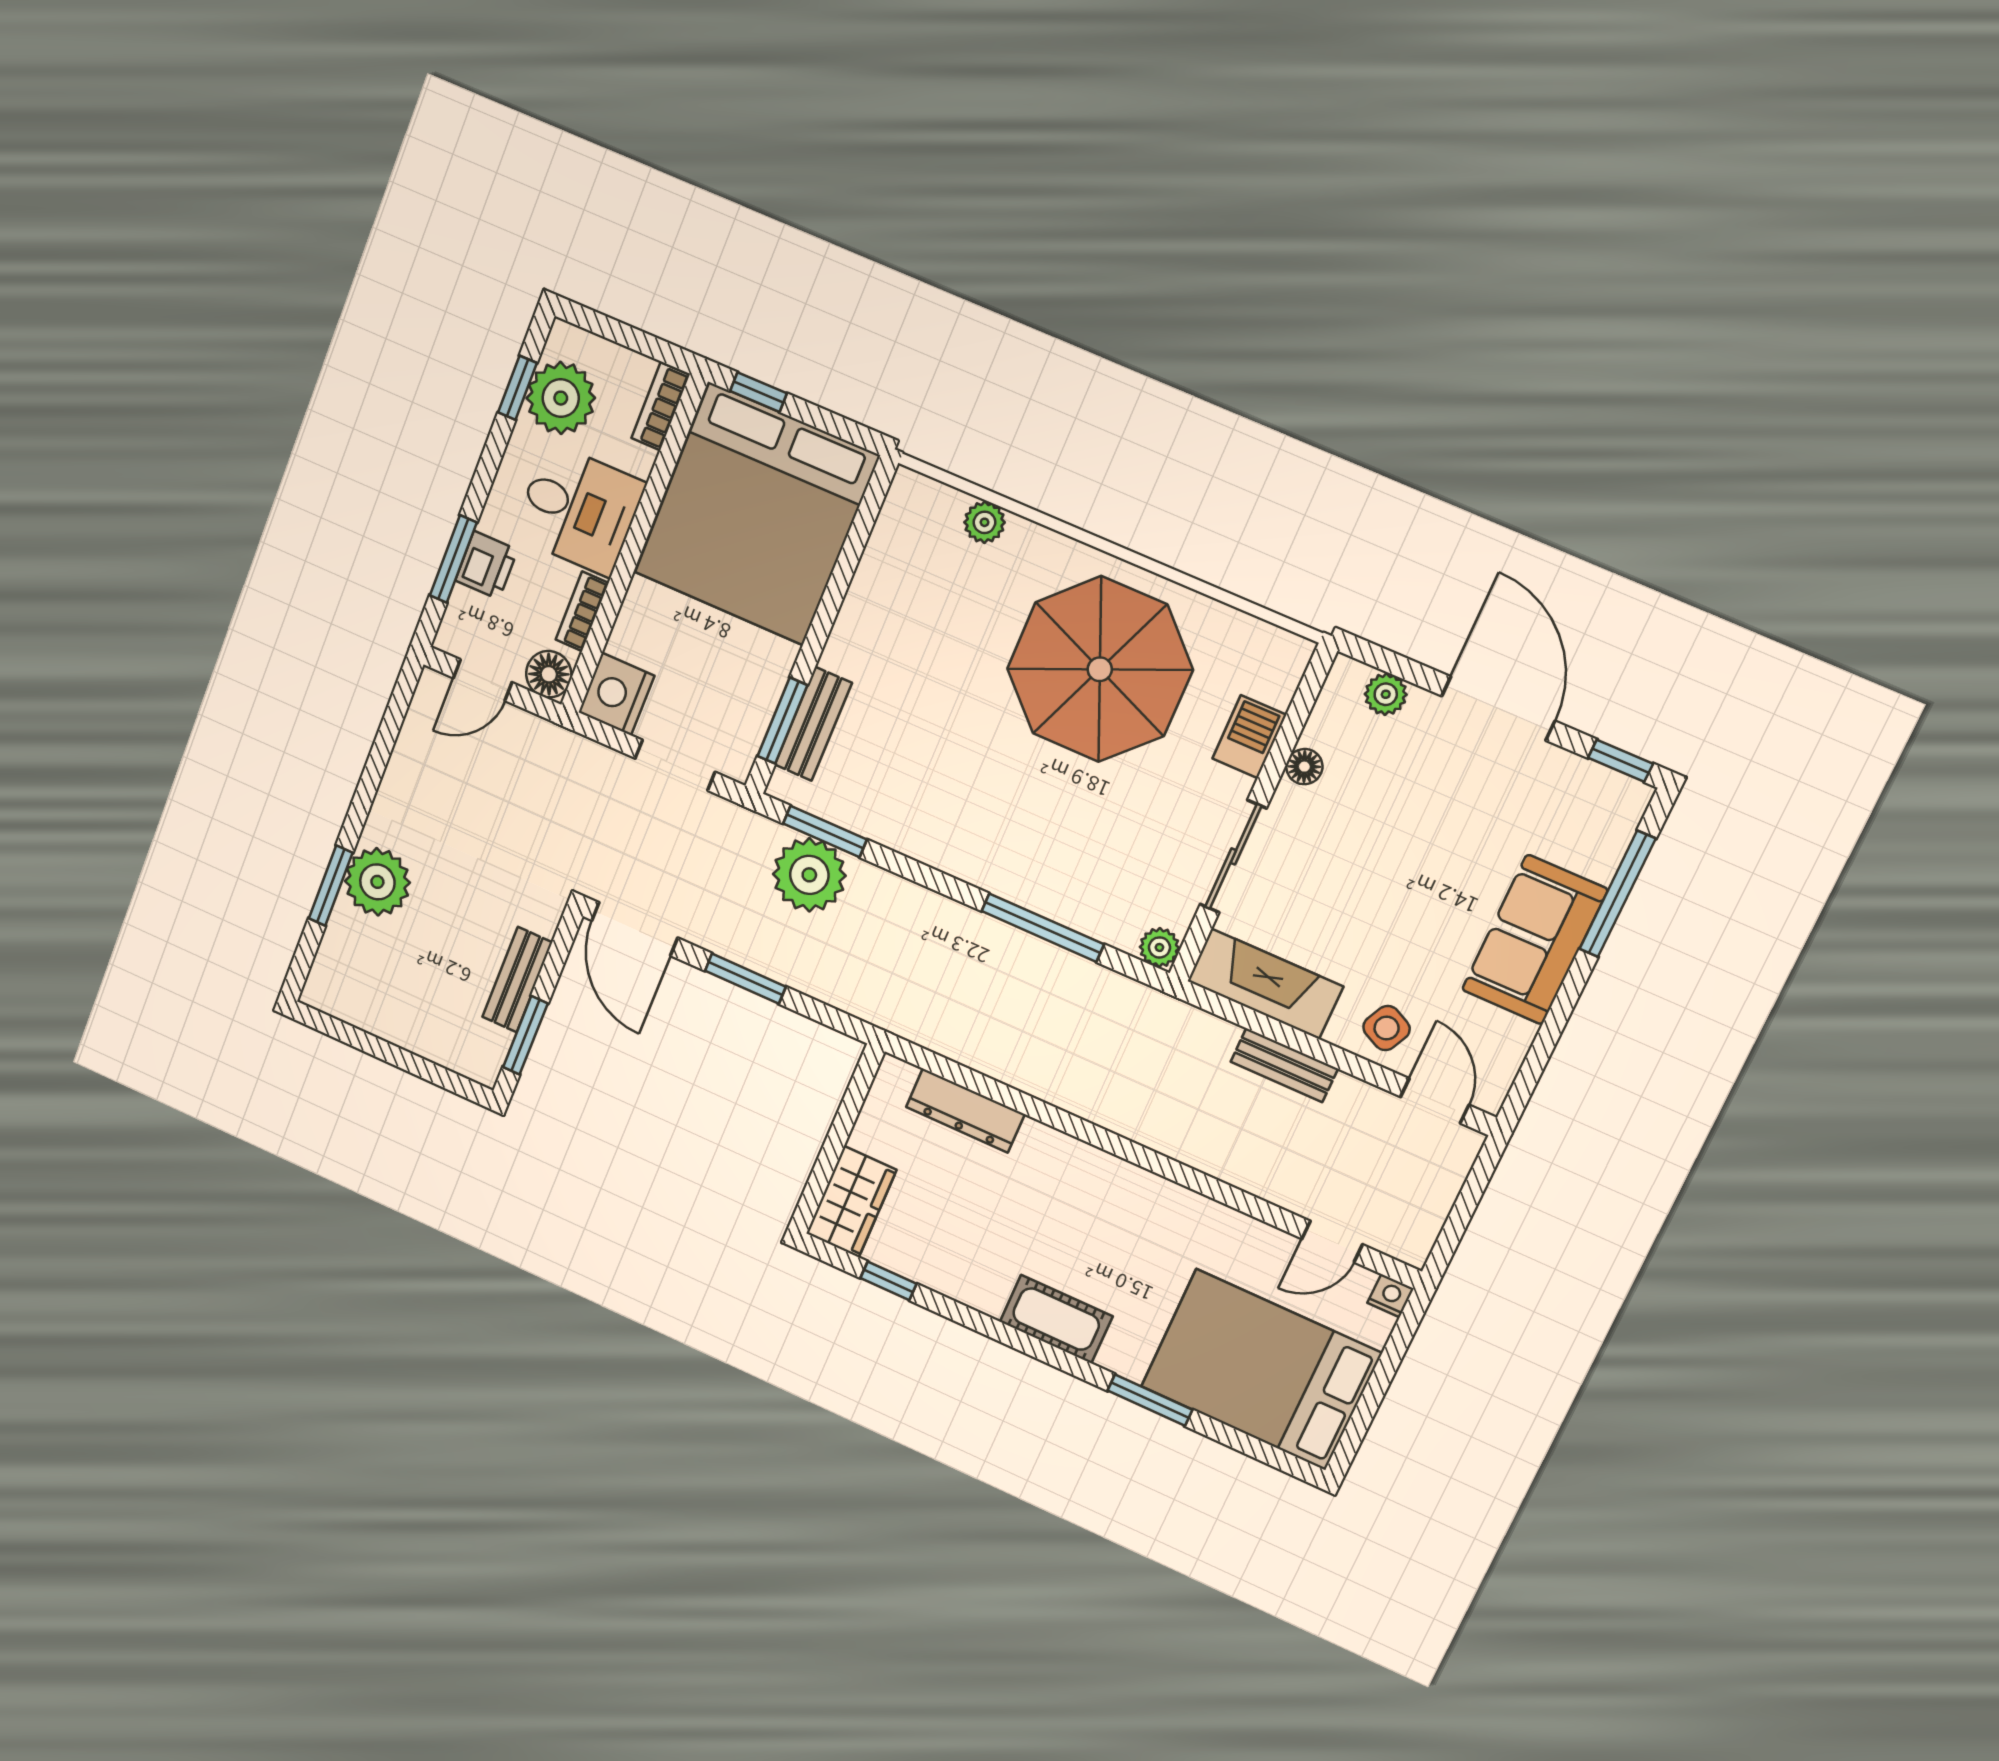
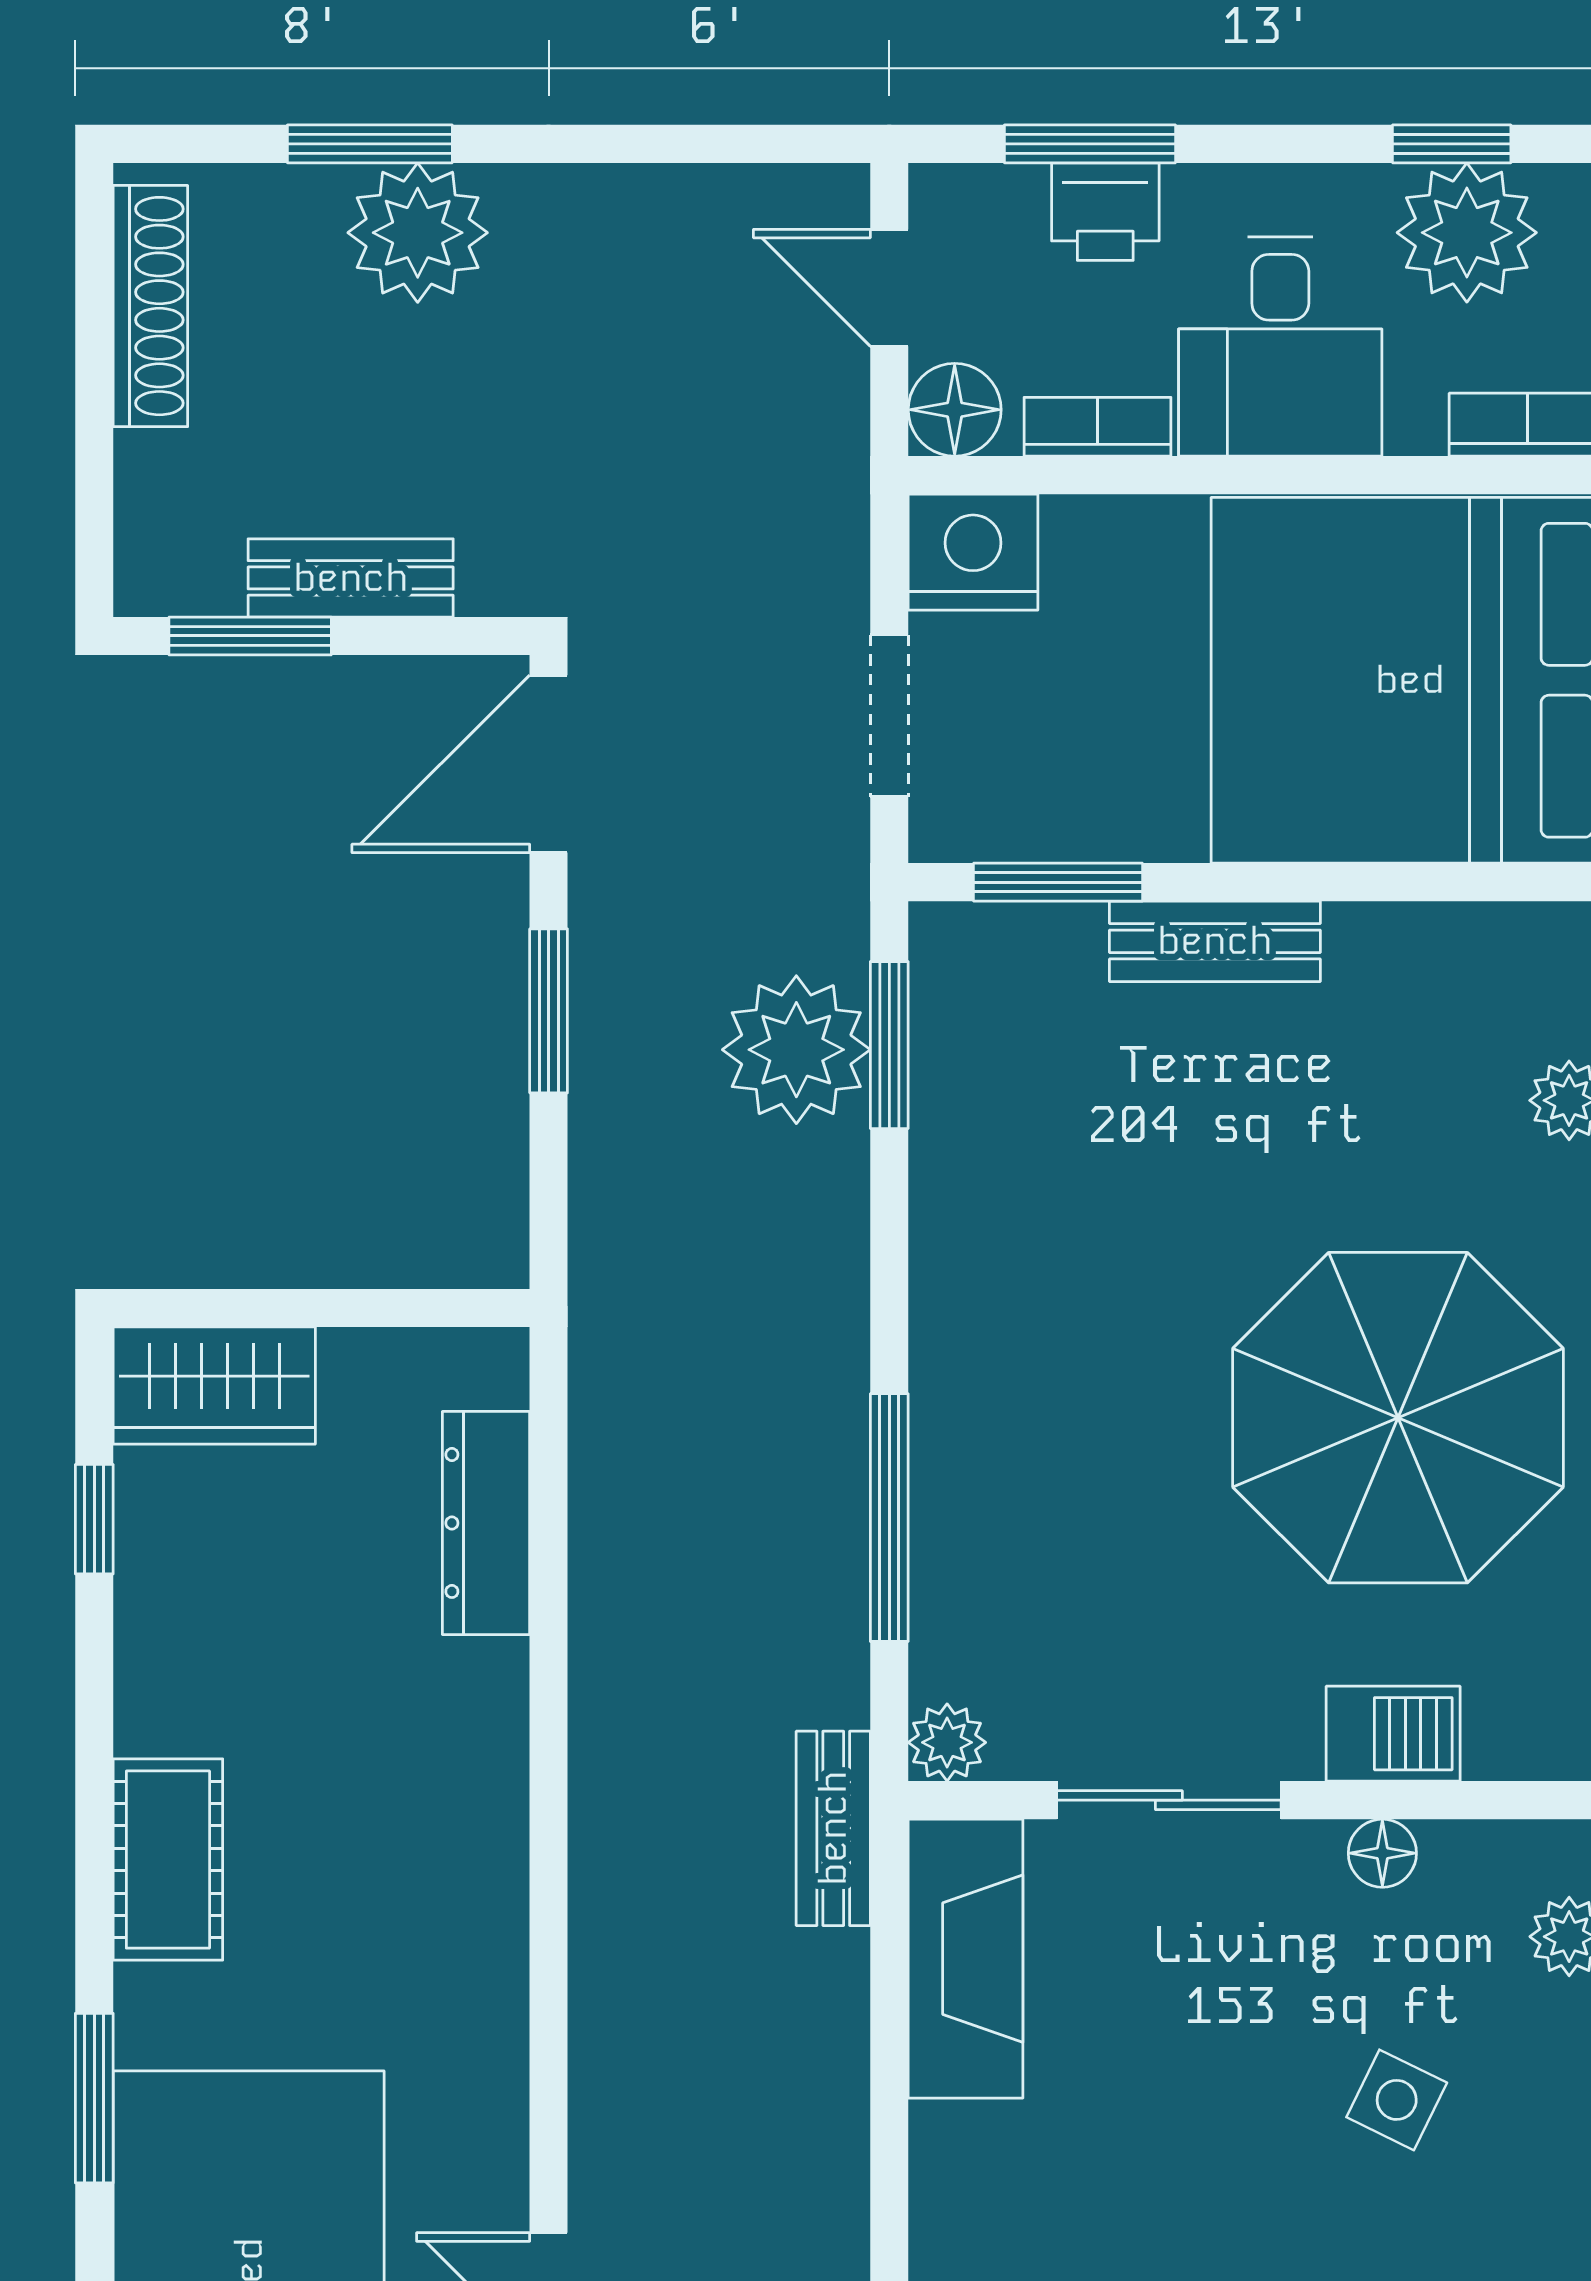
bench: (813, 724) -> (1215, 941), moved
shoe rack: (365, 1013) -> (150, 306), added
side table: (1387, 1028) -> (1397, 2100), moved
bench: (1284, 1065) -> (833, 1828), moved

